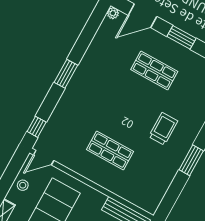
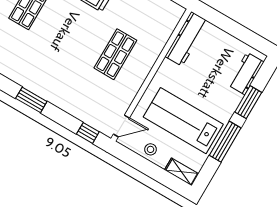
door: (44, 158) -> (121, 126), hinge flipped

